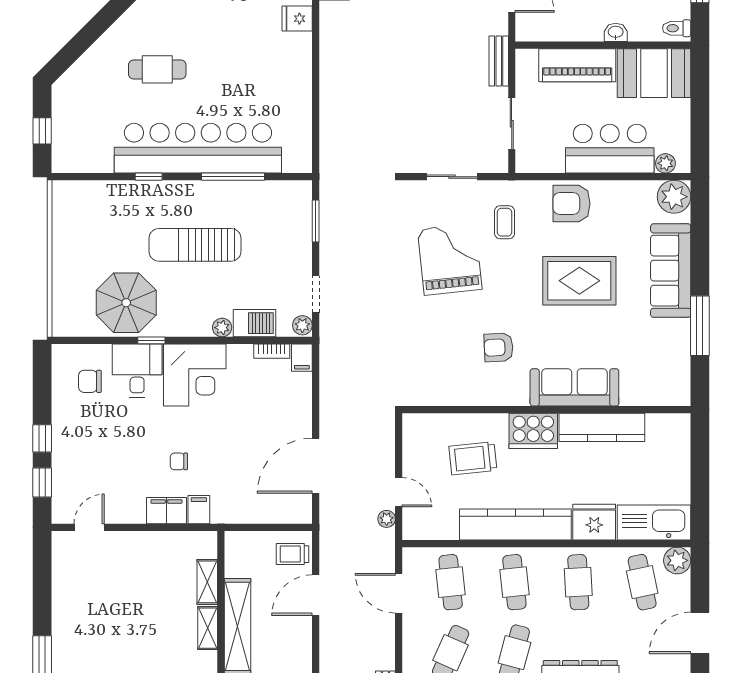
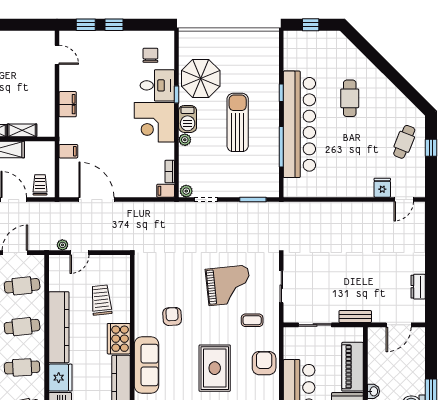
barbecue: (255, 323) -> (188, 119), moved
chair: (179, 461) -> (99, 112), removed
filing cabinet: (199, 510) -> (68, 151), moved

